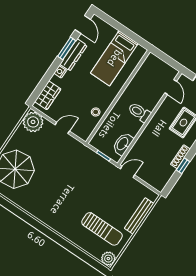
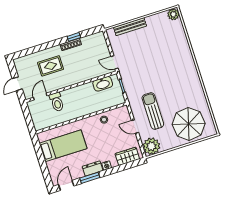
dresser: (73, 55) -> (93, 169), width x0.70
toilet: (139, 112) -> (57, 102), moved
sun lounger: (102, 229) -> (153, 111), moved

